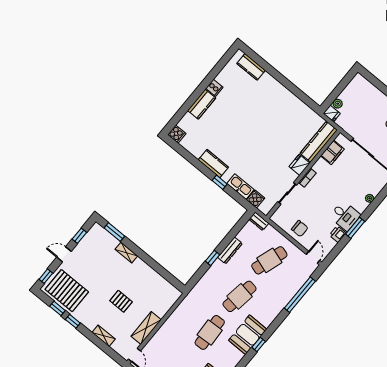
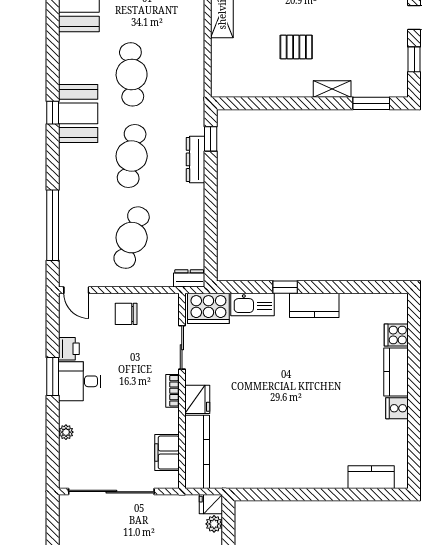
cooker: (177, 134) -> (396, 335), moved
cooker: (256, 199) -> (208, 308), width x1.87, depth x1.31
dresser: (230, 250) -> (196, 159), moved
window: (212, 258) -> (211, 139), moved
pallet: (121, 301) -> (296, 47), moved

